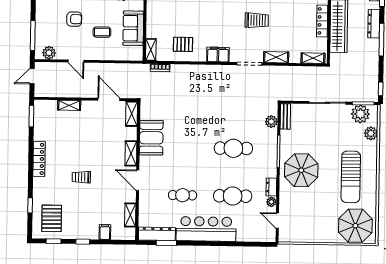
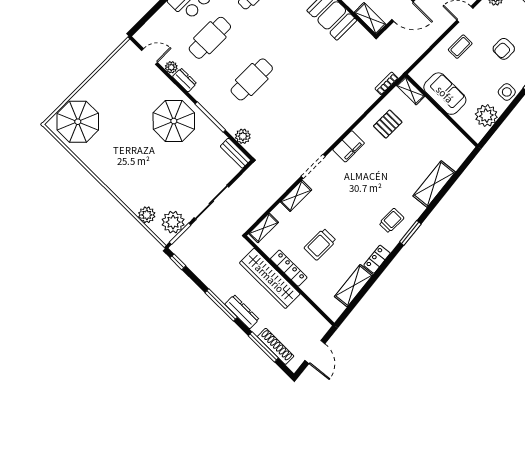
trolley: (257, 20) -> (320, 244), moved
coffee table: (102, 32) -> (460, 47), moved
sun lounger: (351, 177) -> (125, 159), removed

